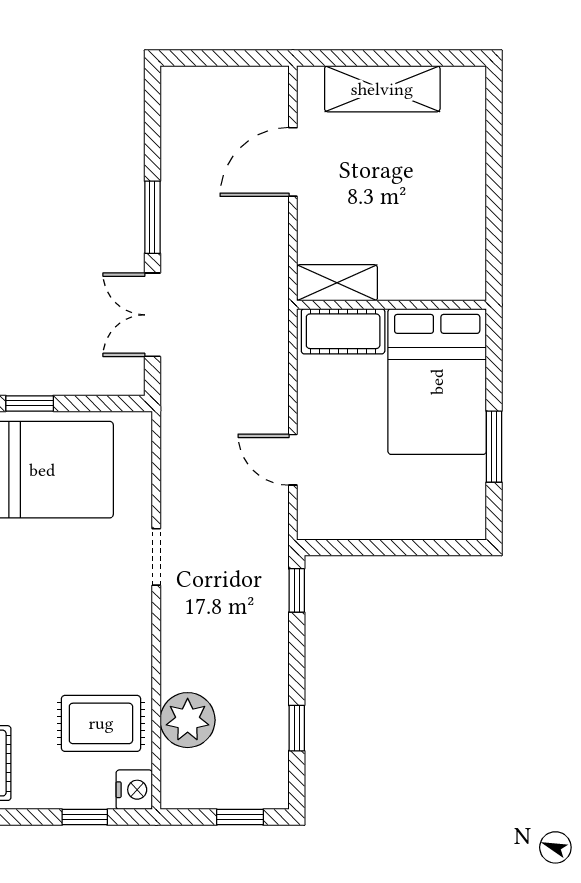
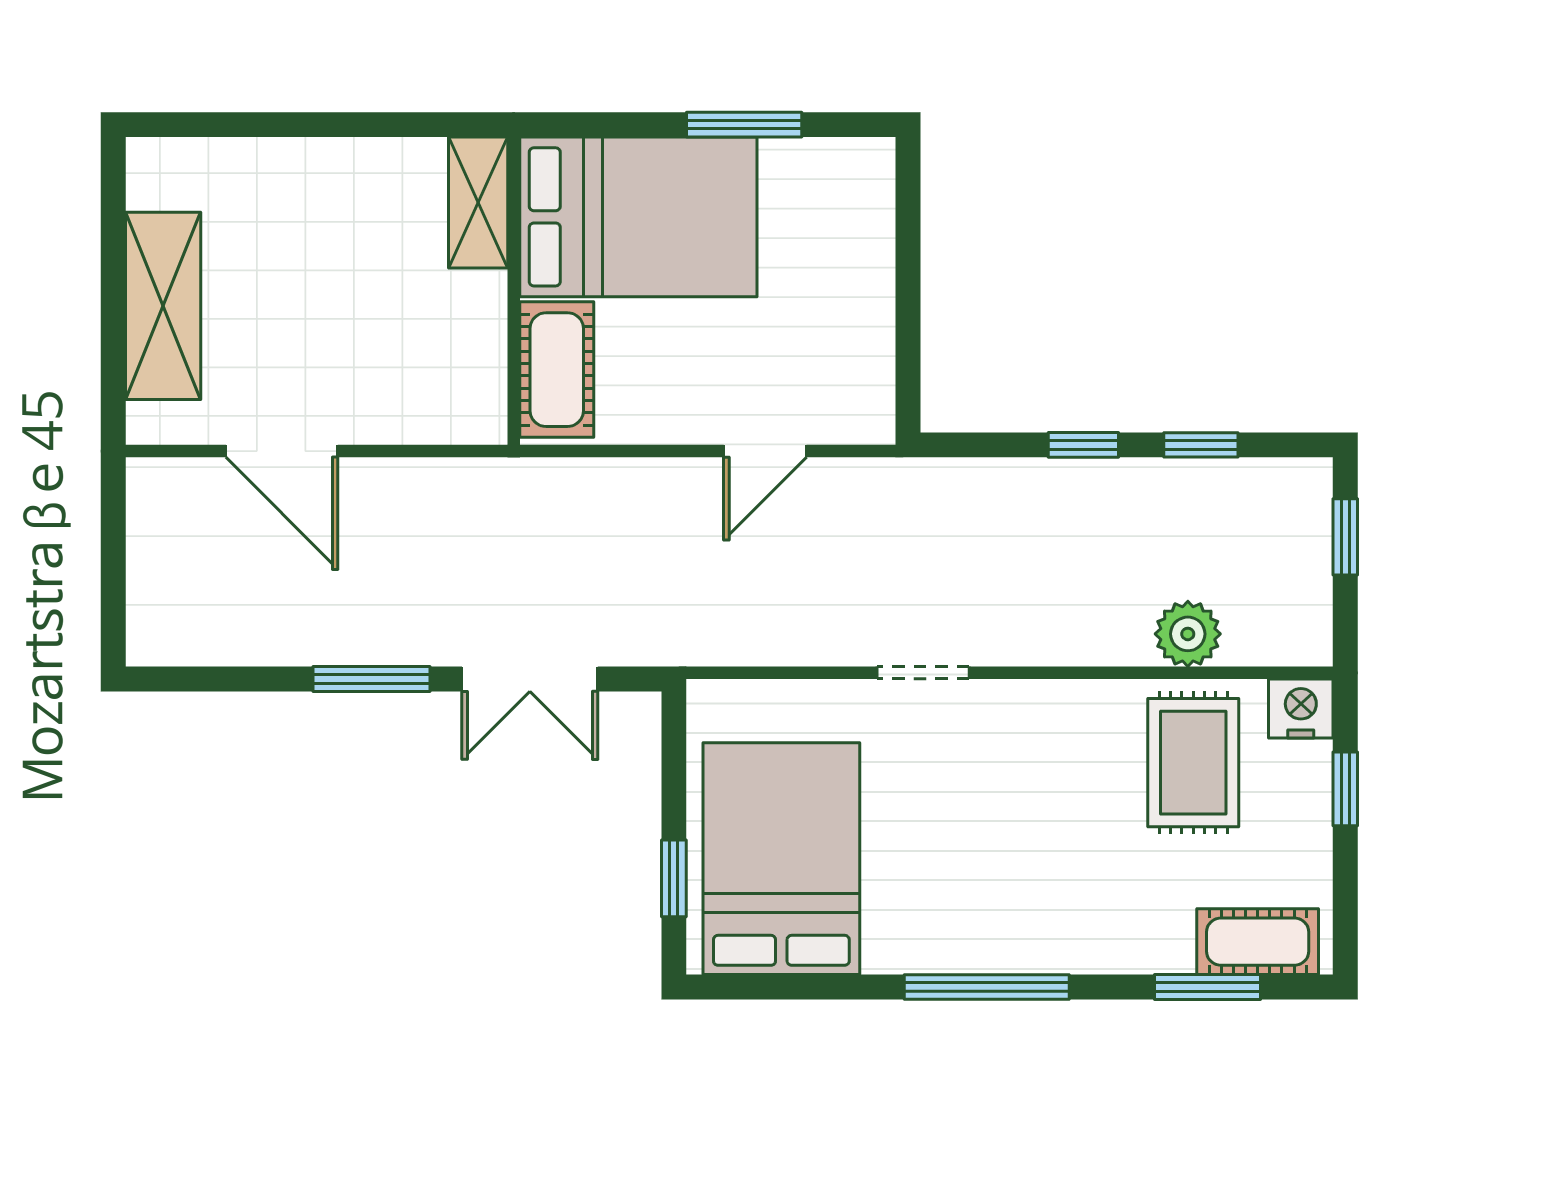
shelving: (337, 283) -> (478, 202), moved
window: (297, 590) -> (1083, 445), moved
plant: (188, 720) -> (1188, 634), width x0.73, depth x0.73

